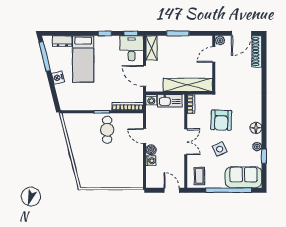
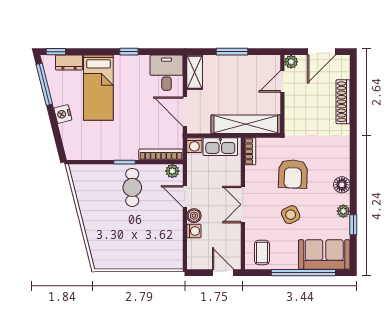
window: (131, 33) -> (56, 52), moved
shoe rack: (257, 51) -> (343, 102), moved
plant: (136, 118) -> (172, 171), added
double door: (186, 142) -> (243, 204), swing flipped

